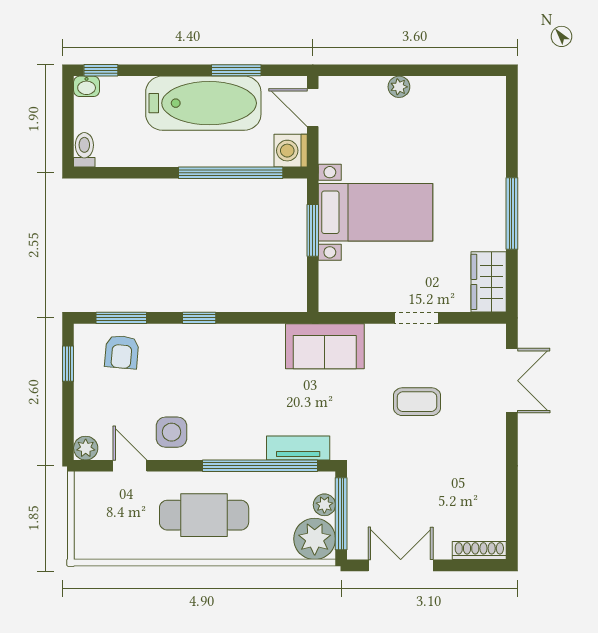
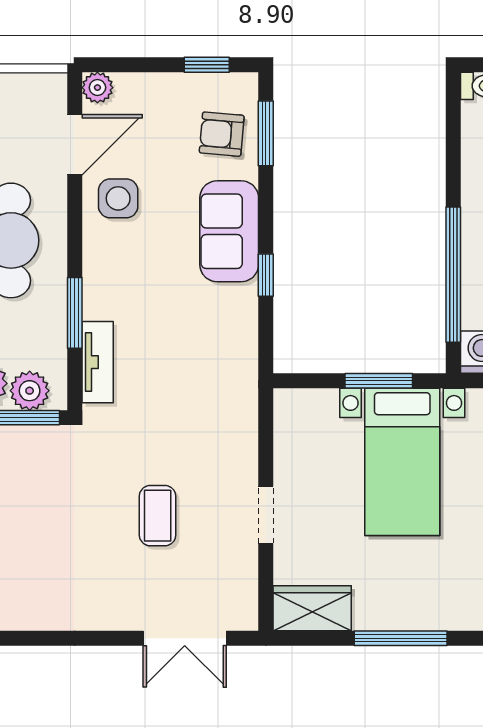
window: (199, 318) -> (266, 275), moved
sofa: (325, 346) -> (229, 231), moved
door: (130, 466) -> (75, 145), width x1.38
window: (260, 466) -> (75, 313), width x0.47
plant: (324, 505) -> (30, 391), width x1.38, depth x1.38

